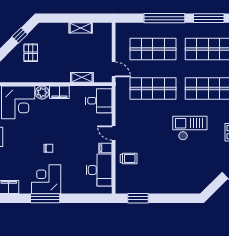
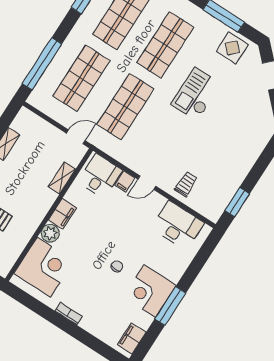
window: (164, 18) -> (42, 64), moved
filing cabinet: (105, 148) -> (125, 181), moved

